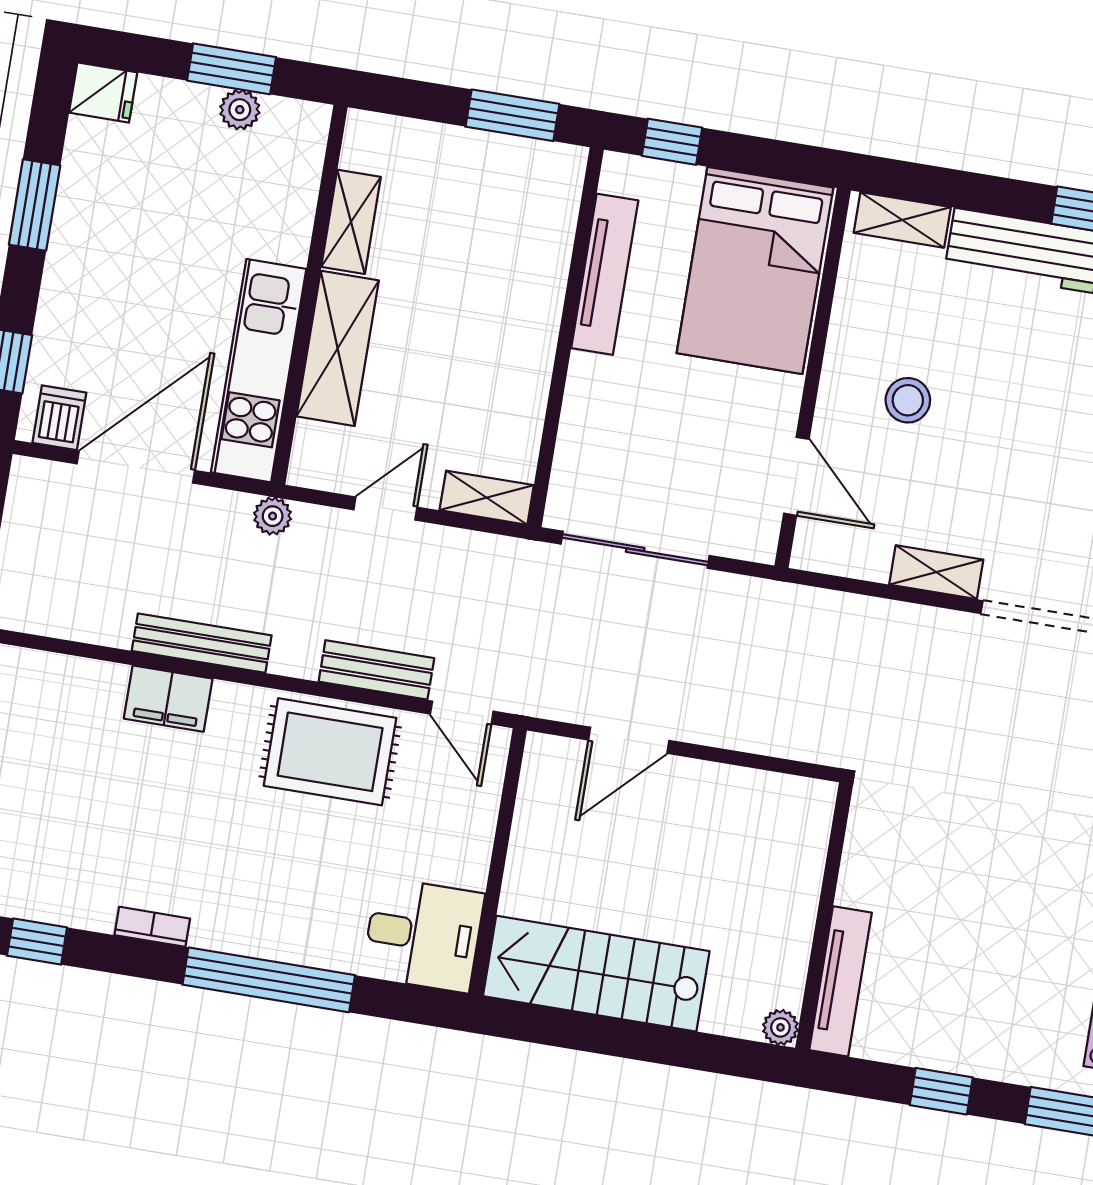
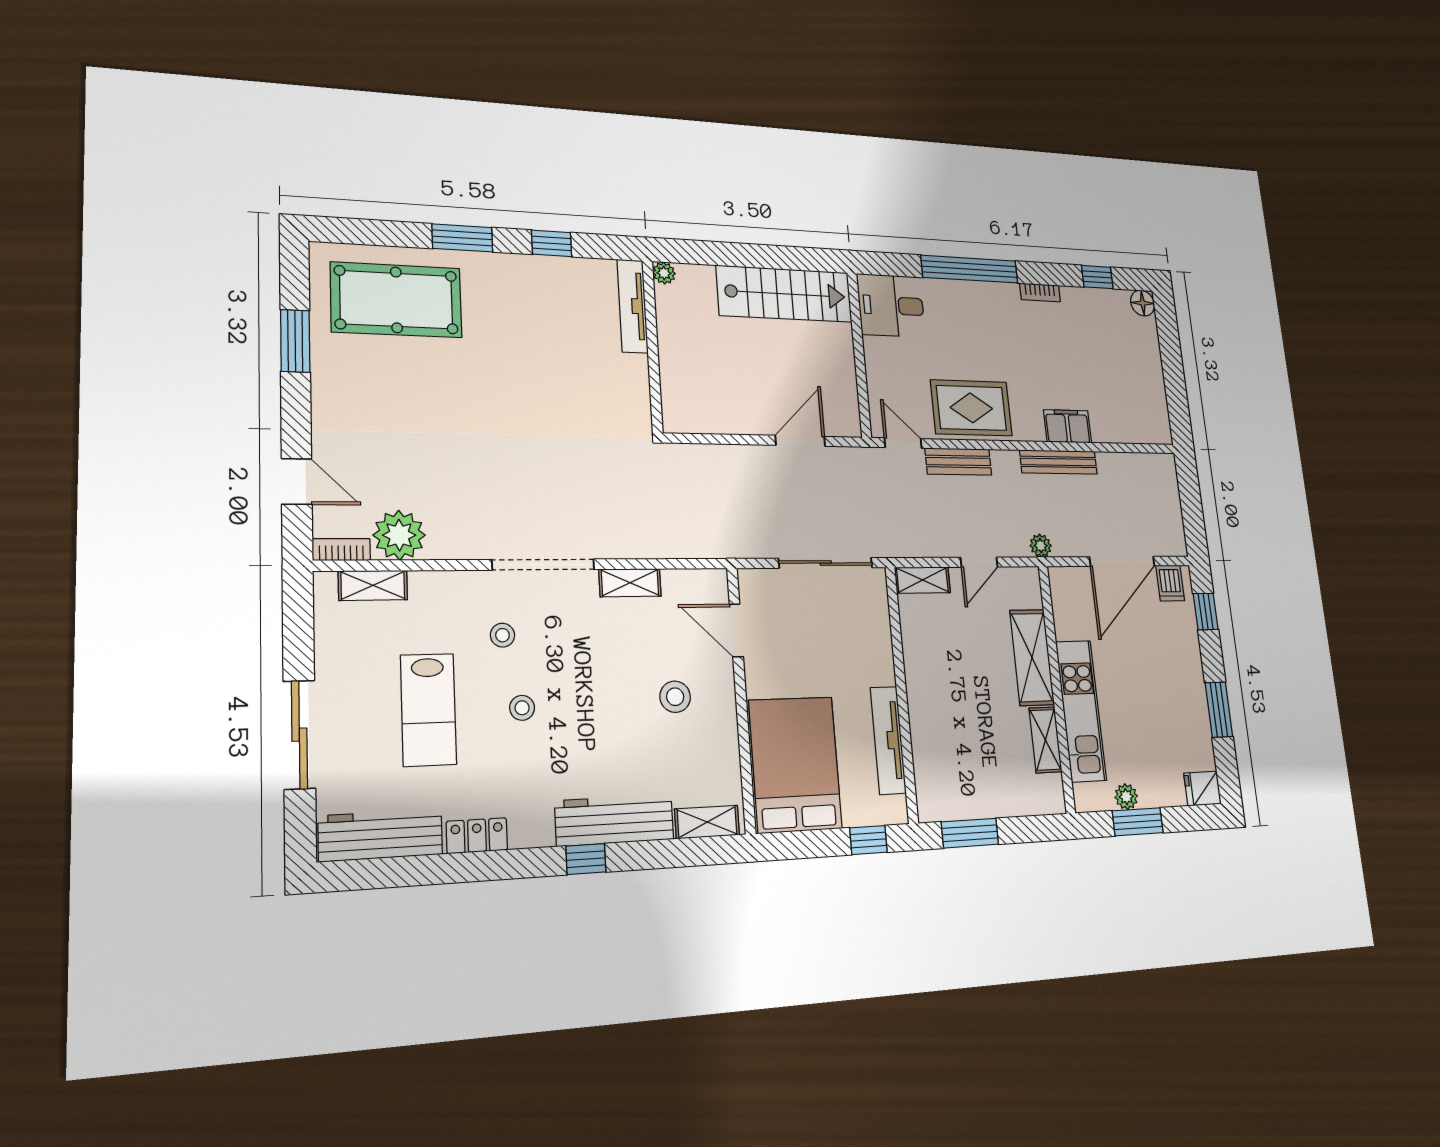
kitchen unit: (259, 371) -> (1081, 711), moved

